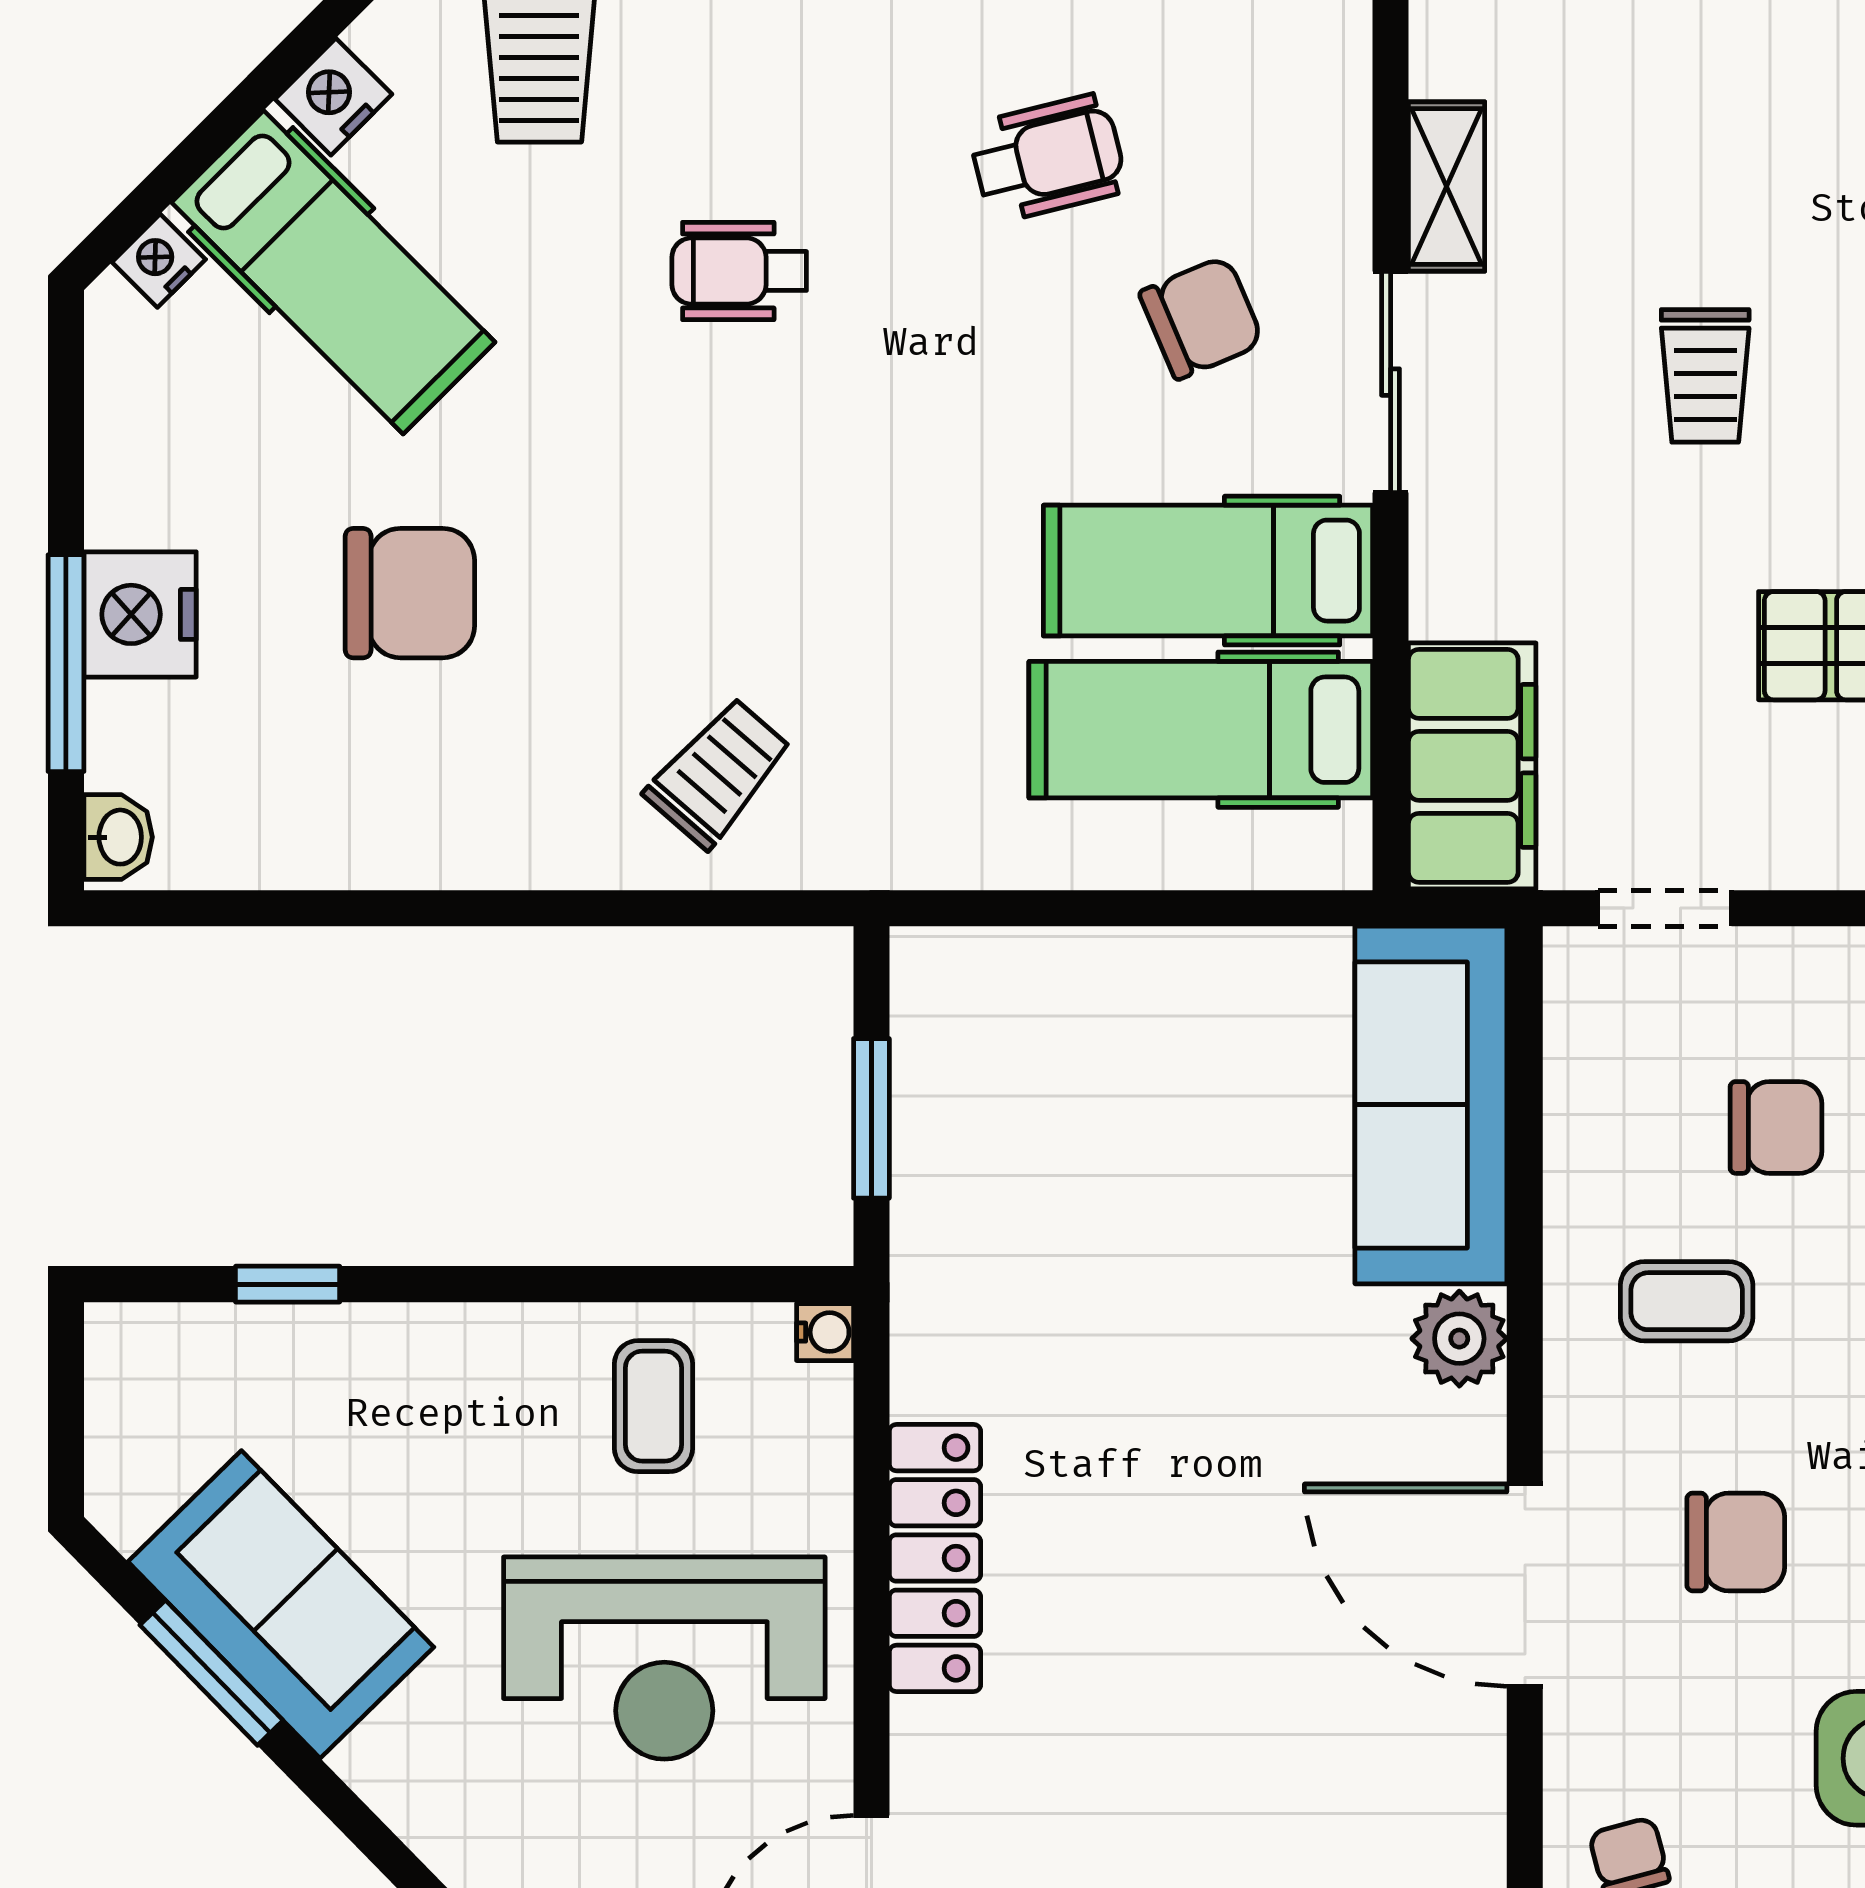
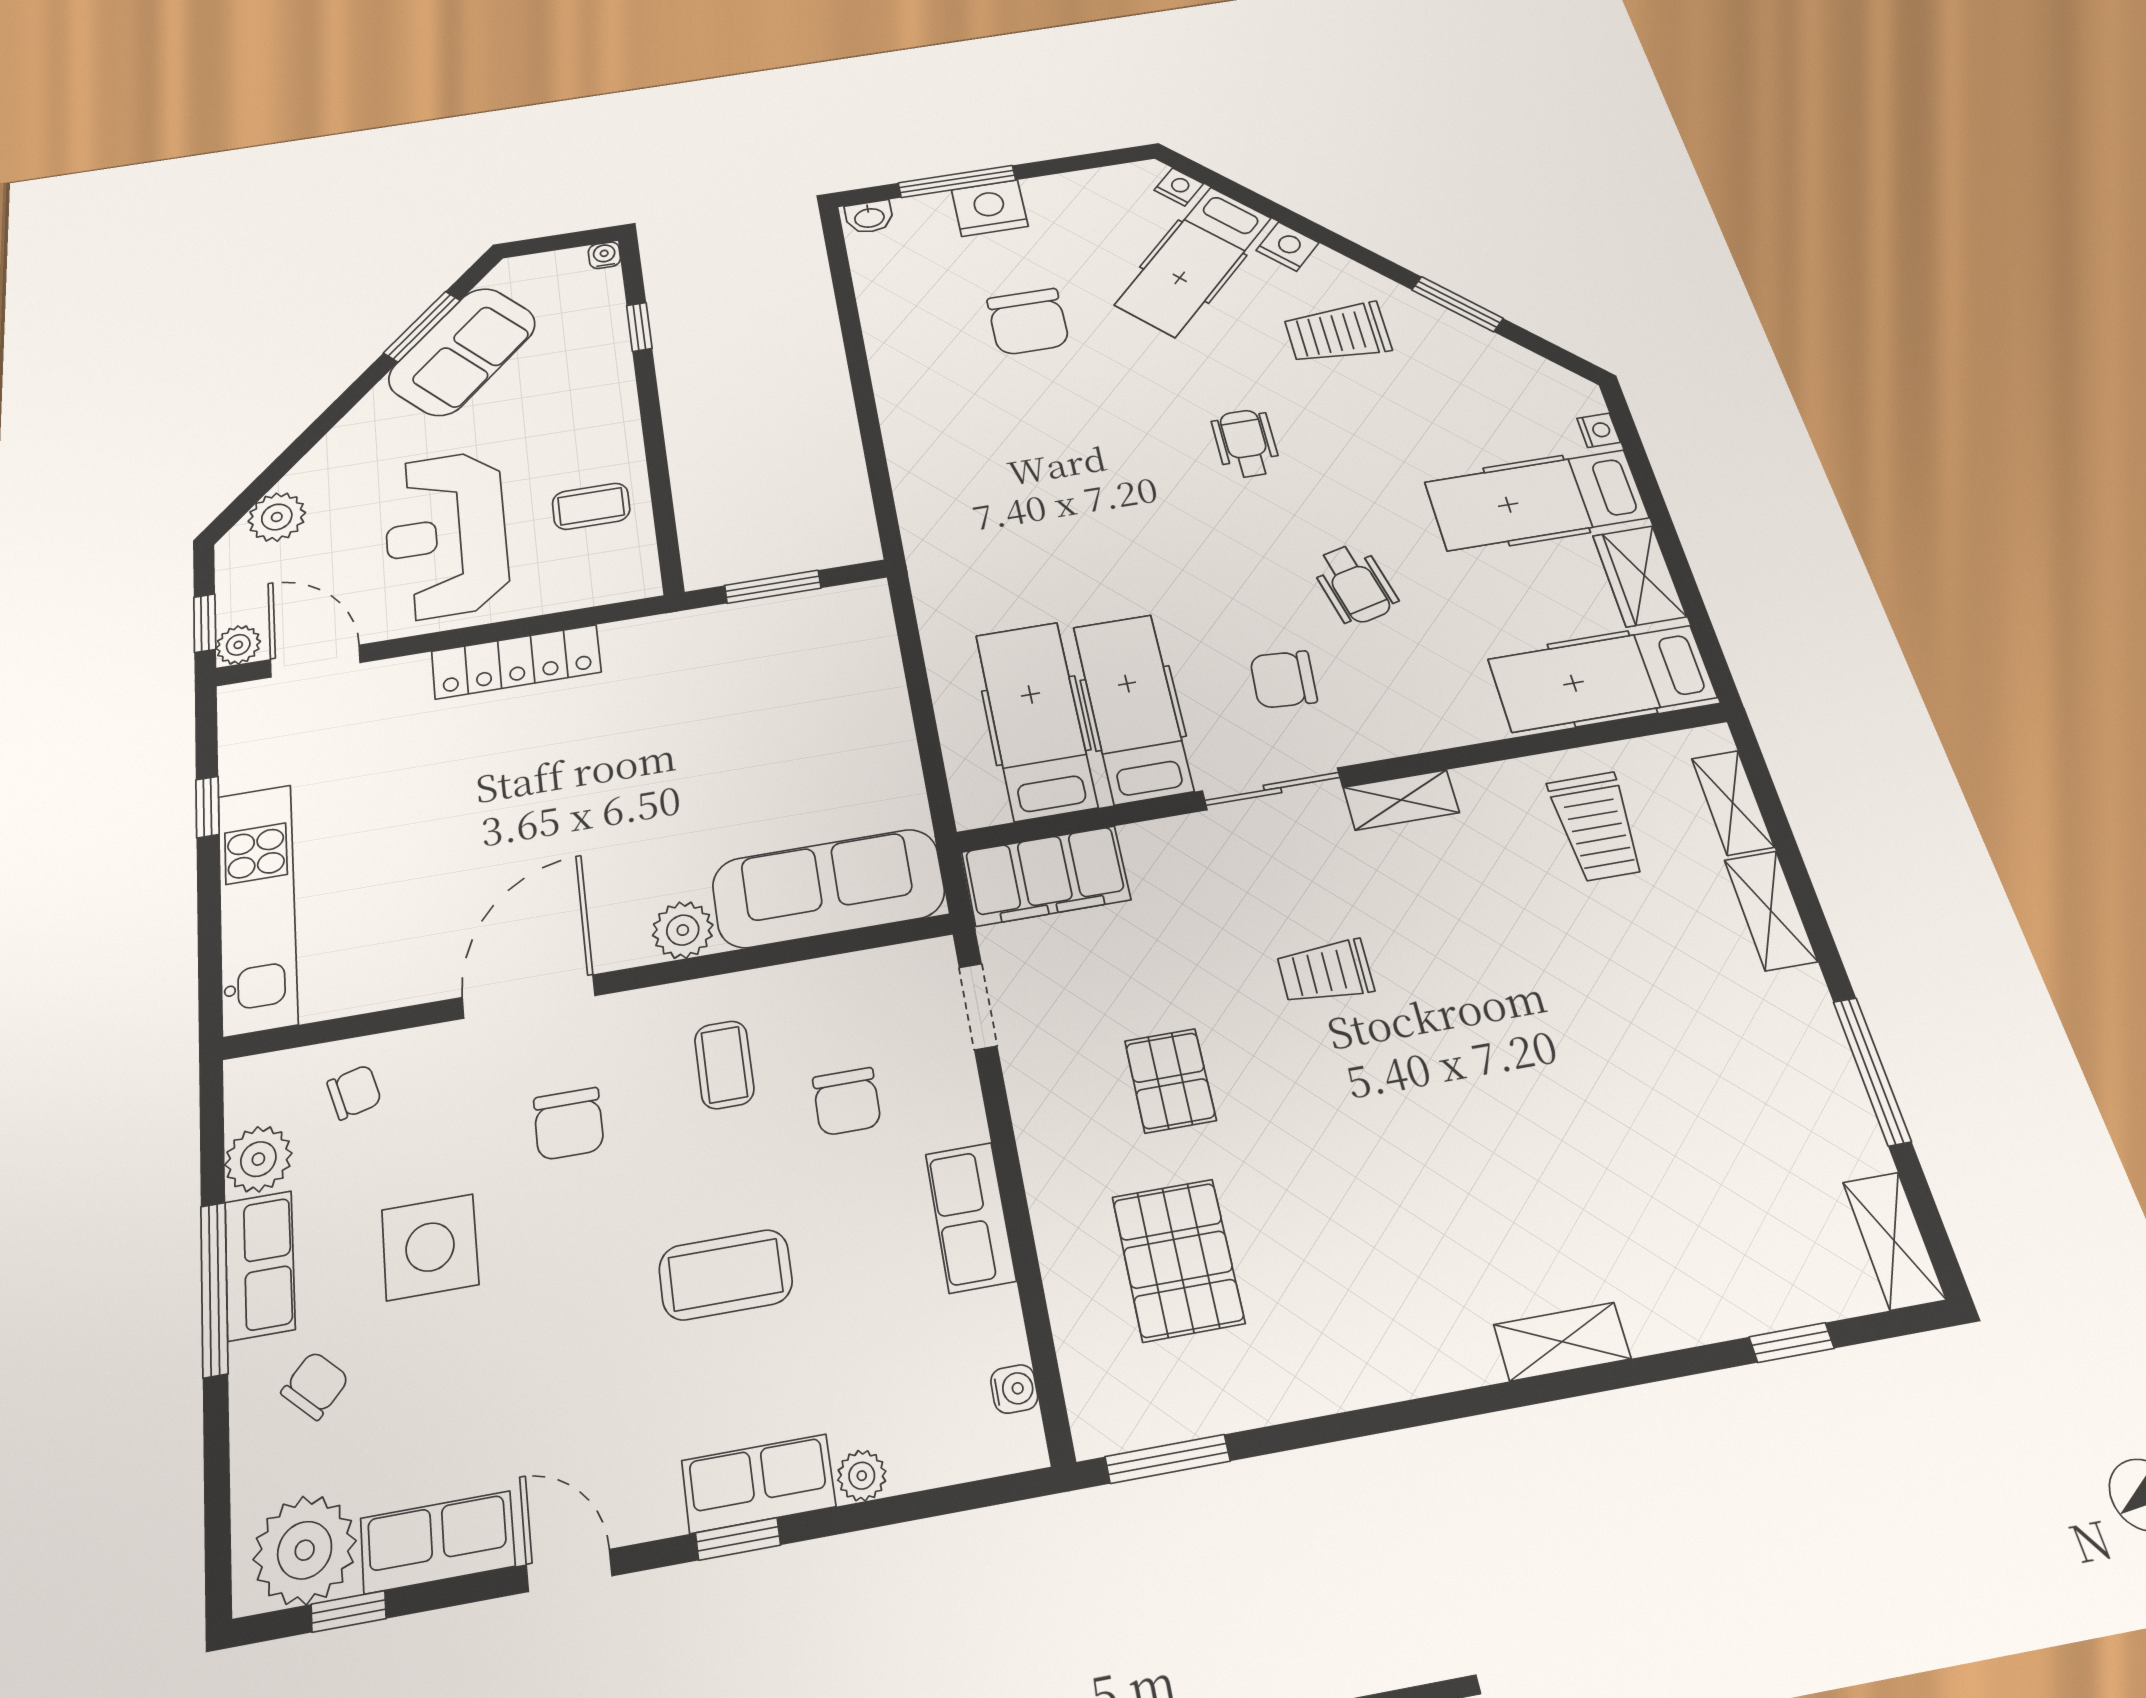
chair: (1201, 318) -> (1283, 679), turned 117
trolley: (718, 773) -> (959, 479), removed
water cooler: (825, 1332) -> (604, 255), moved, turned 180

